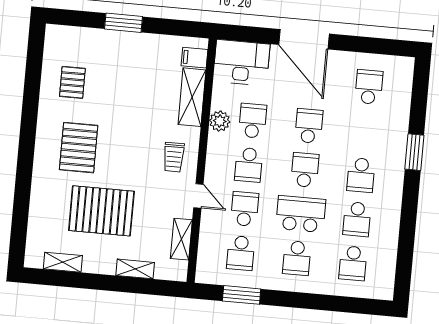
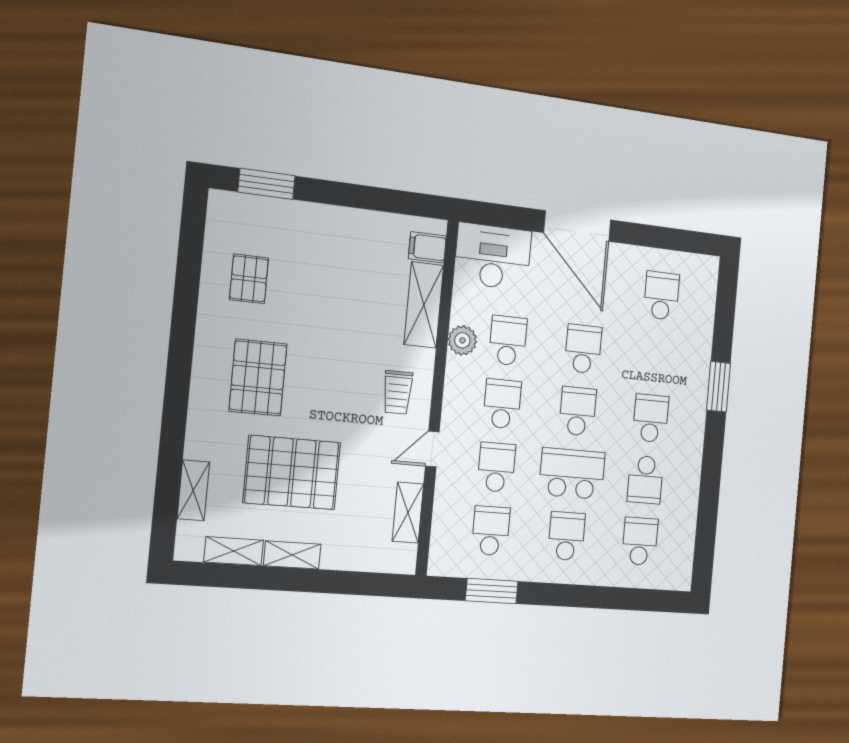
window: (123, 23) -> (266, 184), moved
school desk: (249, 165) -> (502, 404), turned 180
school desk: (361, 175) -> (651, 418), turned 180
door: (198, 196) -> (432, 449), swing flipped
shelving: (36, 222) -> (193, 490), added
school desk: (241, 253) -> (491, 531), turned 180
school desk: (297, 258) -> (566, 536), turned 180
school desk: (353, 263) -> (640, 541), turned 180
shelving: (135, 269) -> (292, 555), moved

